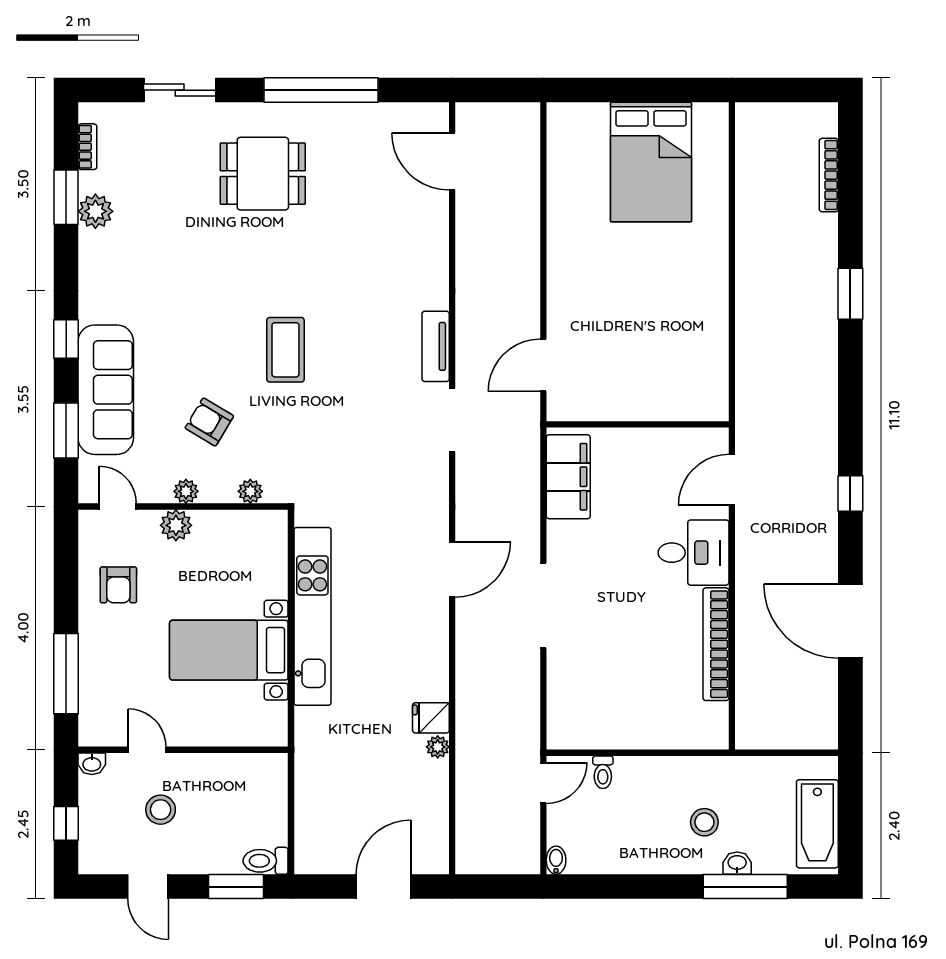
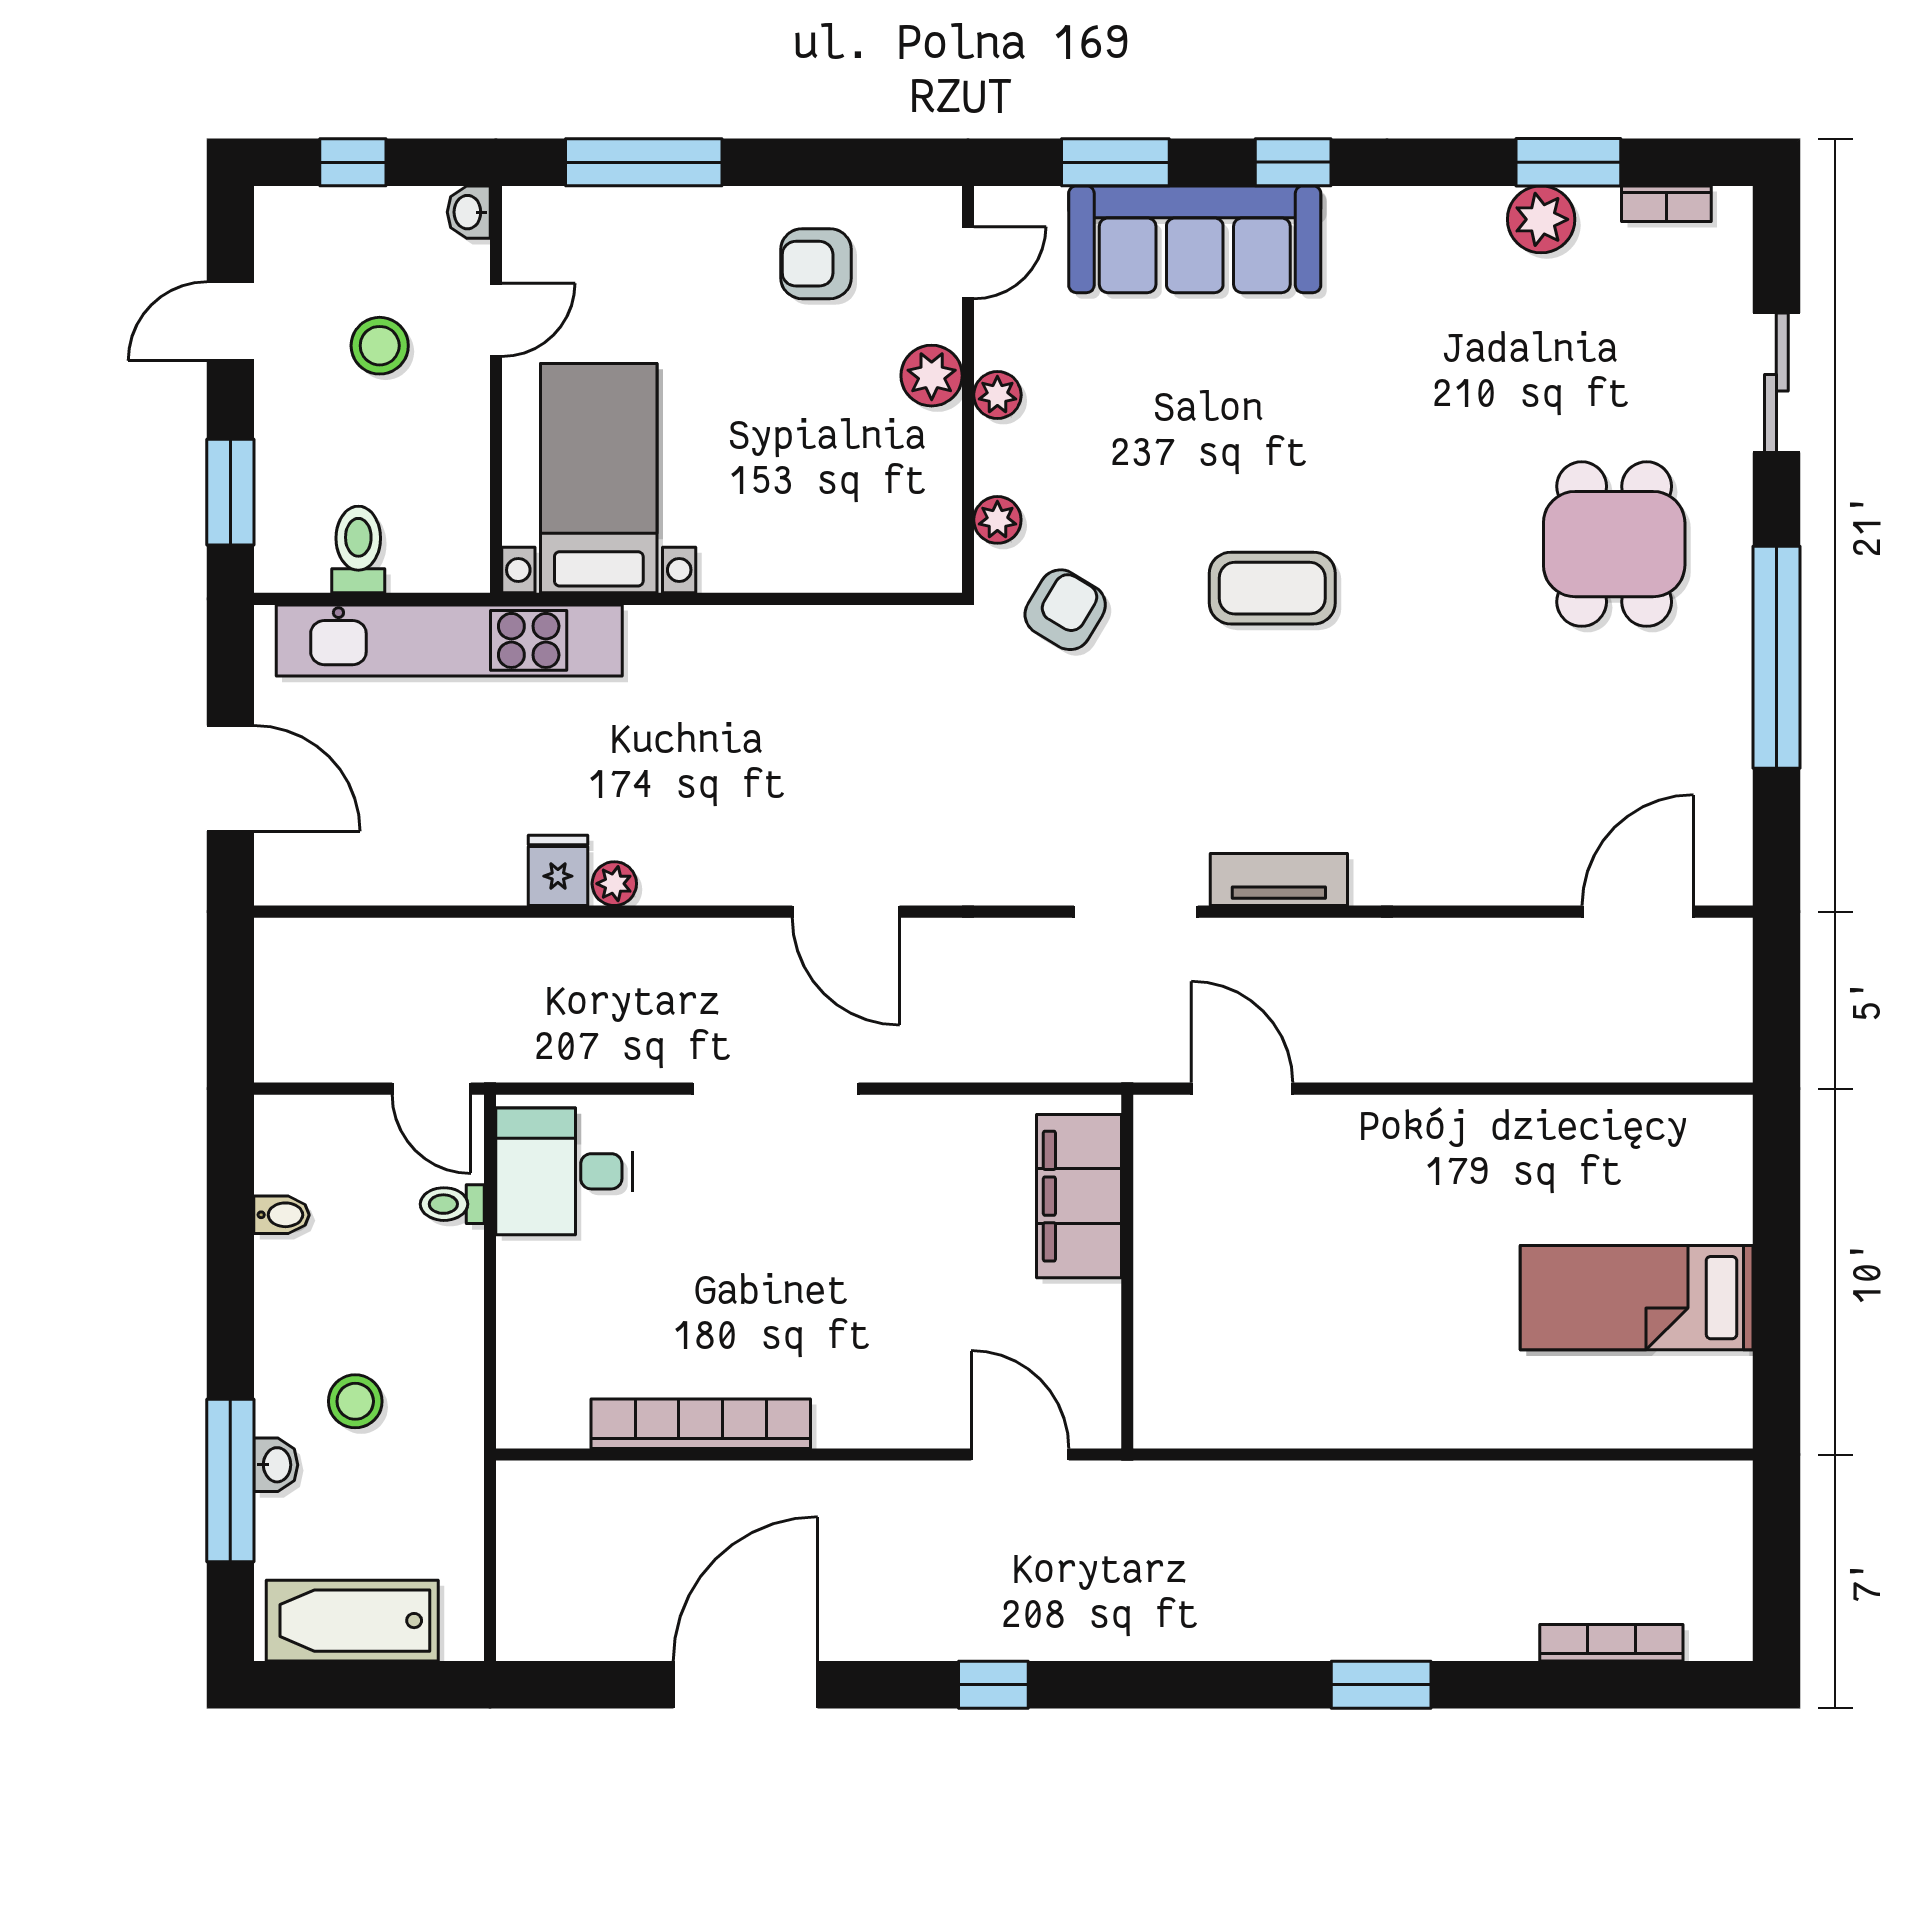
bed: (651, 162) -> (1637, 1298), width x0.67
armchair: (209, 422) -> (1065, 610), moved
filing cabinet: (568, 477) -> (1079, 1196), moved, turned 90
desk: (694, 553) -> (564, 1171), moved, turned 90
kitchen unit: (312, 616) -> (449, 640), moved
bed with nightstands: (229, 650) -> (599, 478), moved
plant: (438, 747) -> (614, 884), moved
bidet: (556, 860) -> (282, 1215), moved
toilet: (266, 861) -> (358, 550), moved

